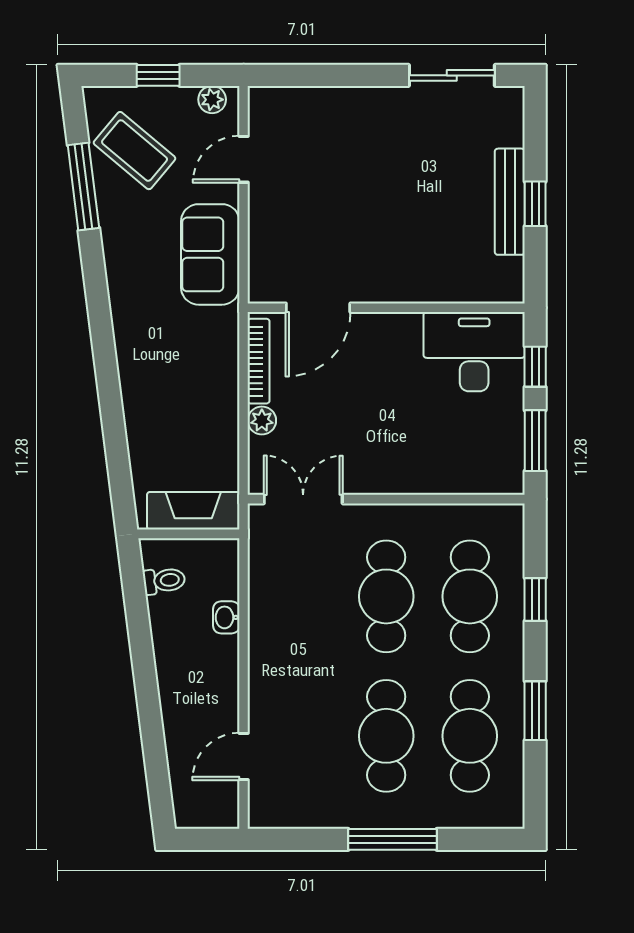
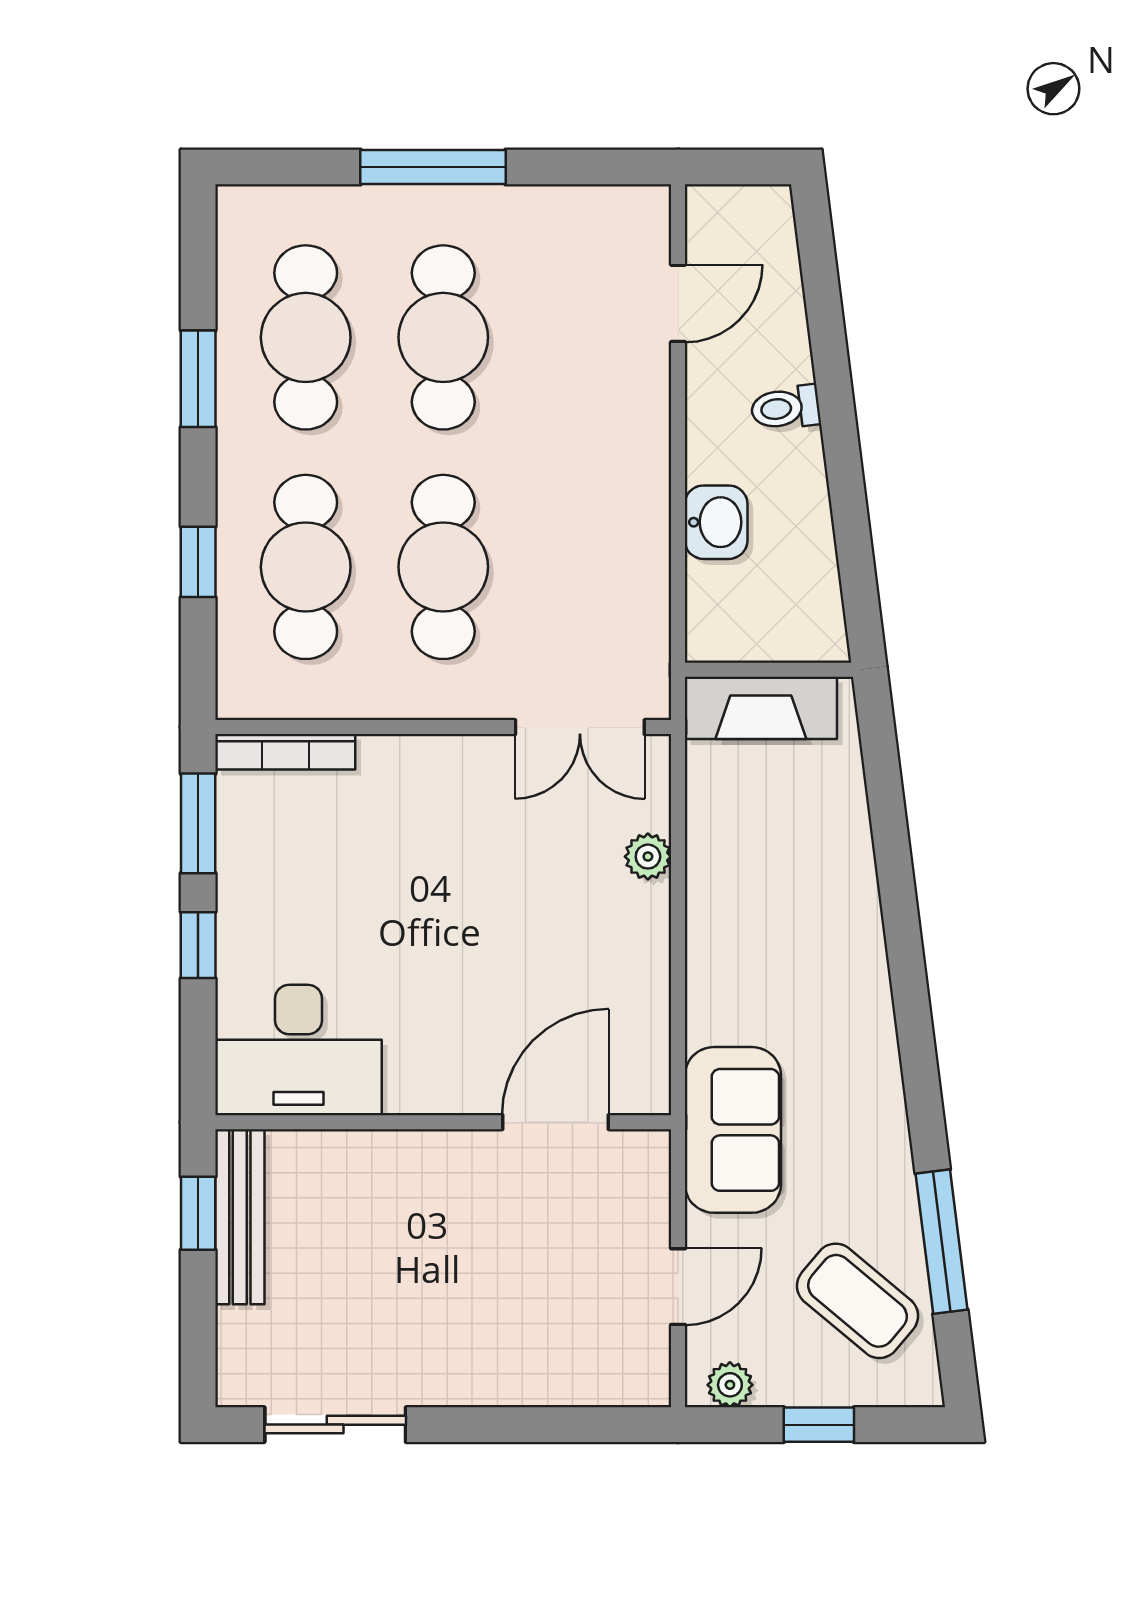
door: (318, 308) -> (555, 1122), moved
wall: (386, 308) -> (443, 1122), moved
desk: (474, 352) -> (298, 1050), moved
bookcase: (259, 361) -> (285, 752), moved, turned -90
toilet: (164, 581) -> (785, 408), moved
washbasin: (226, 617) -> (716, 522), width x1.38, depth x1.45

